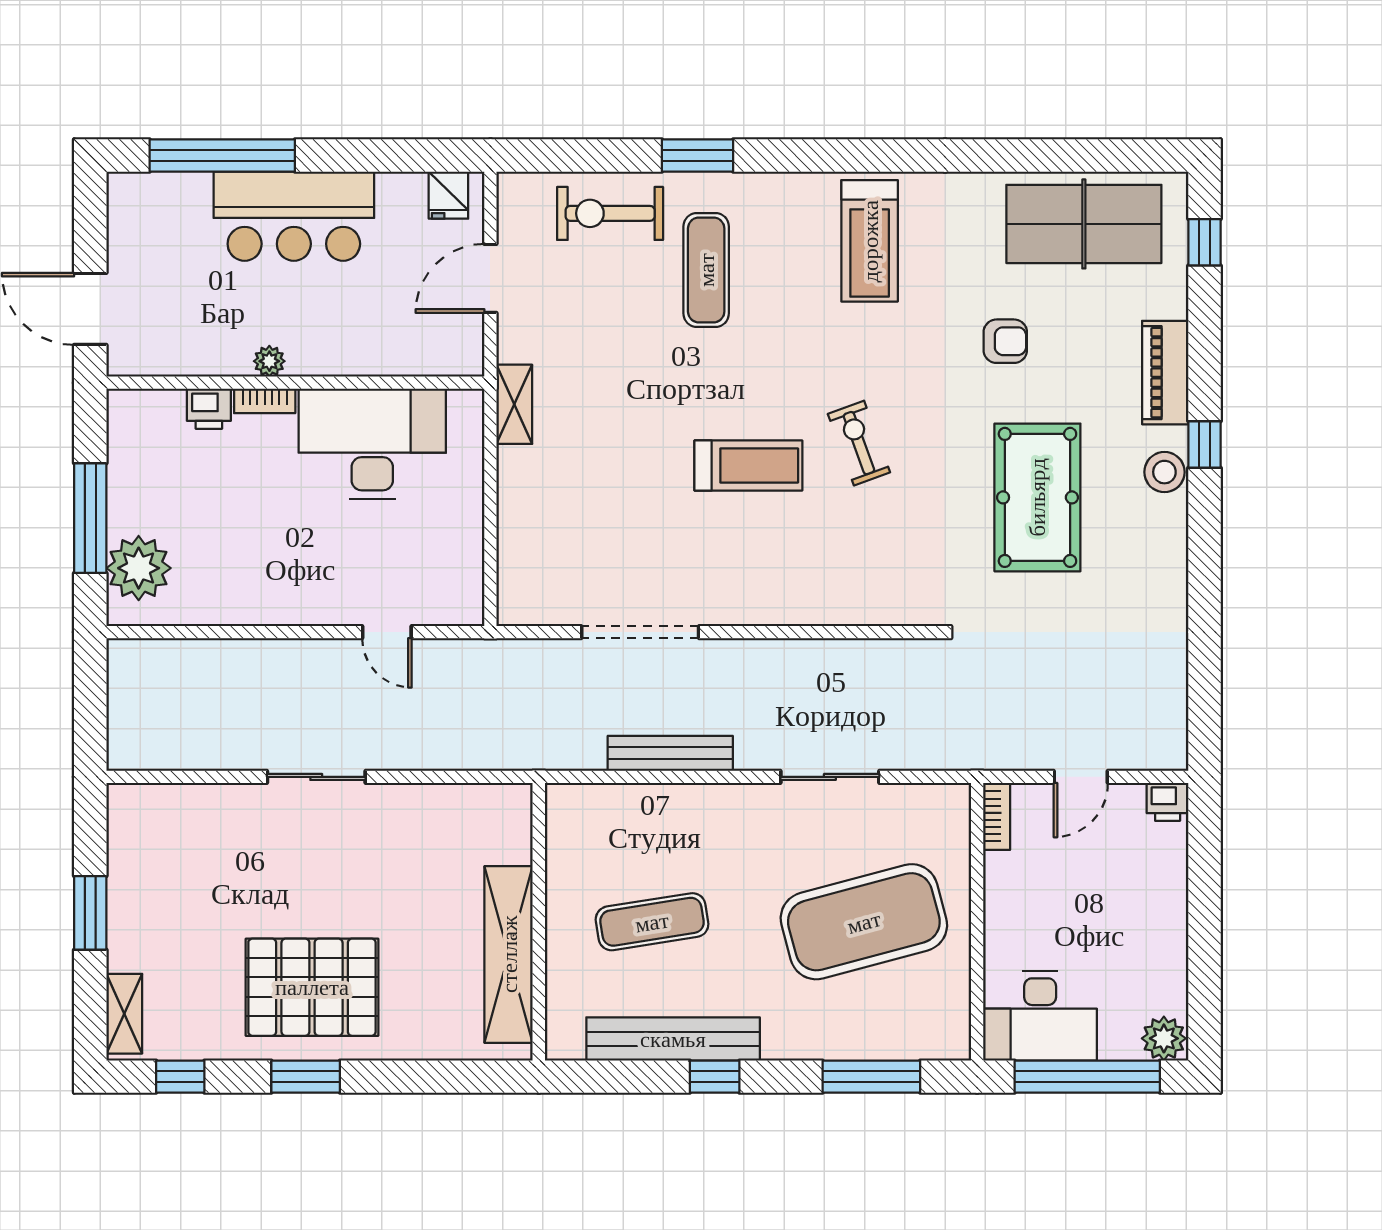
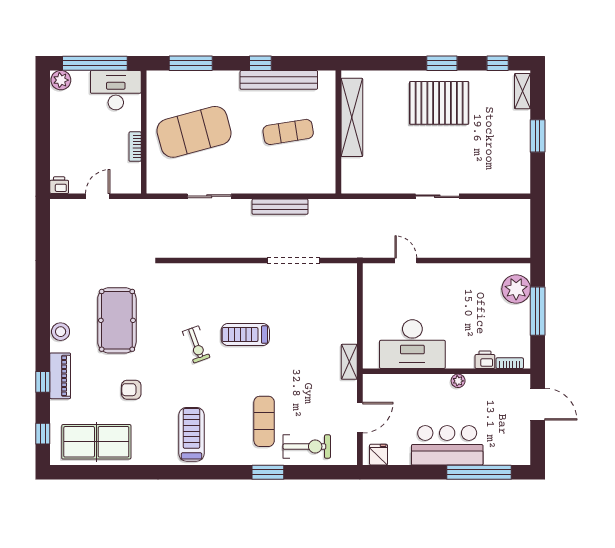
bookcase: (265, 401) -> (510, 363), moved
window: (1204, 445) -> (43, 382), moved
bookcase: (997, 816) -> (135, 147), moved

